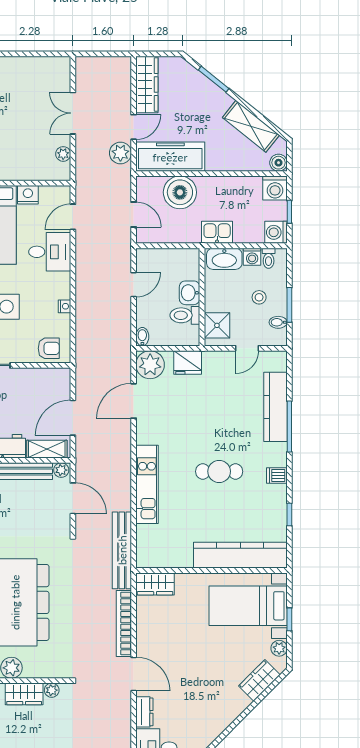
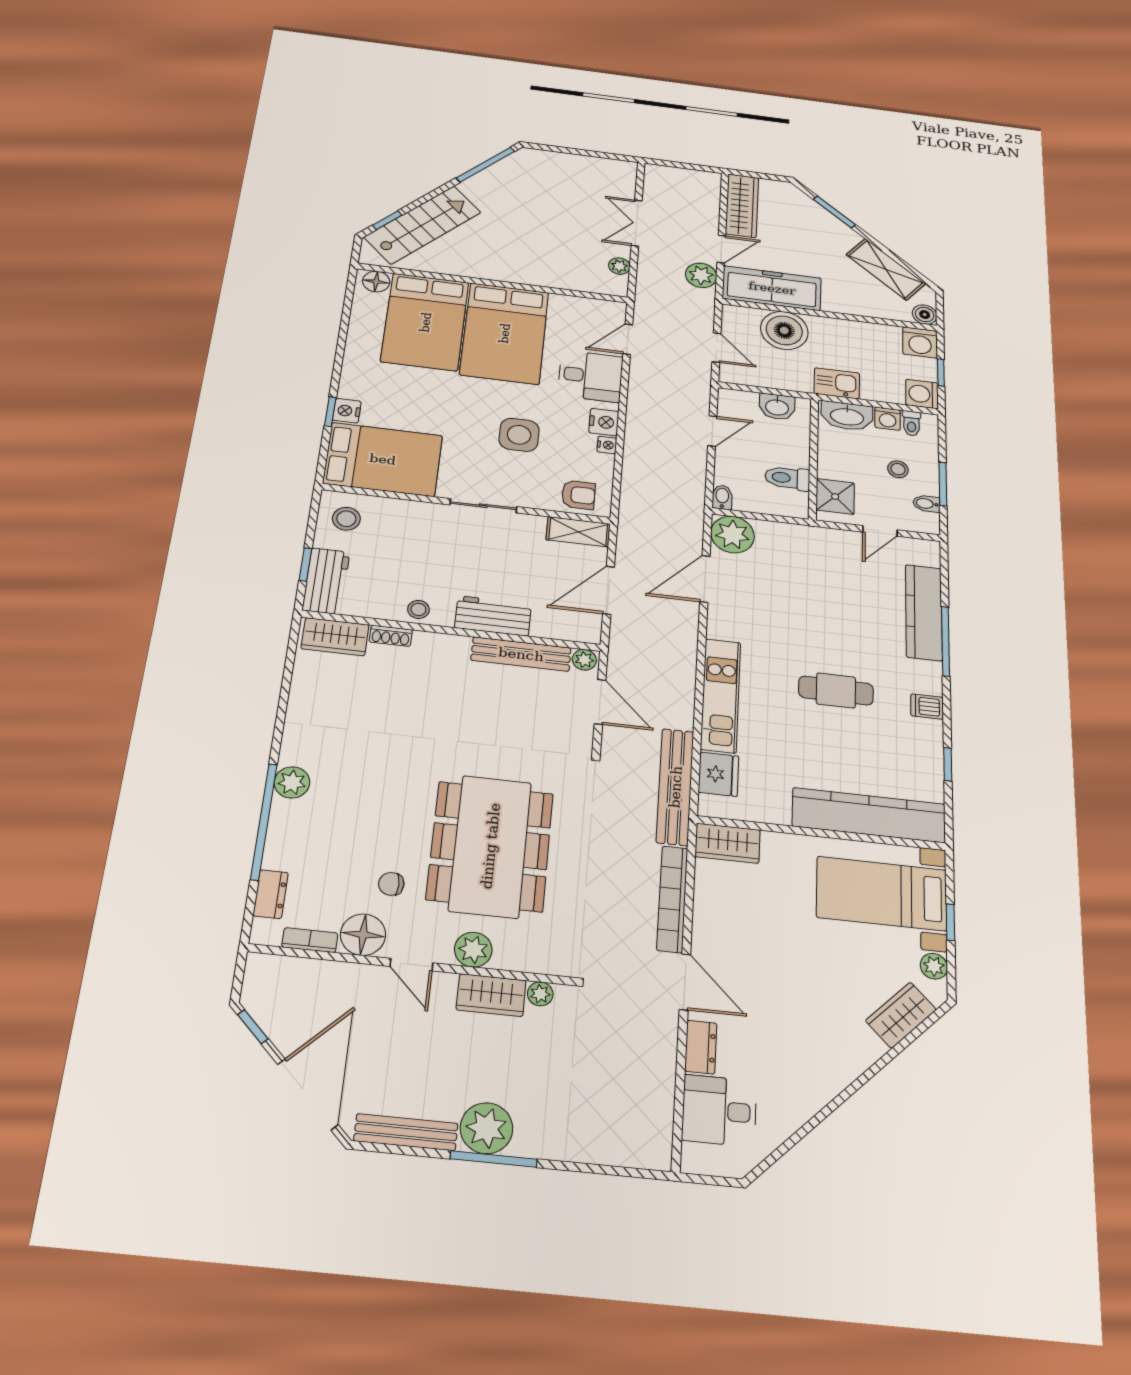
nightstand: (28, 195) -> (604, 422), moved, turned 90
washbasin: (190, 293) -> (777, 407), moved, turned -90
fridge: (188, 362) -> (719, 774), moved, turned -90
shelving: (47, 449) -> (578, 532), moved

